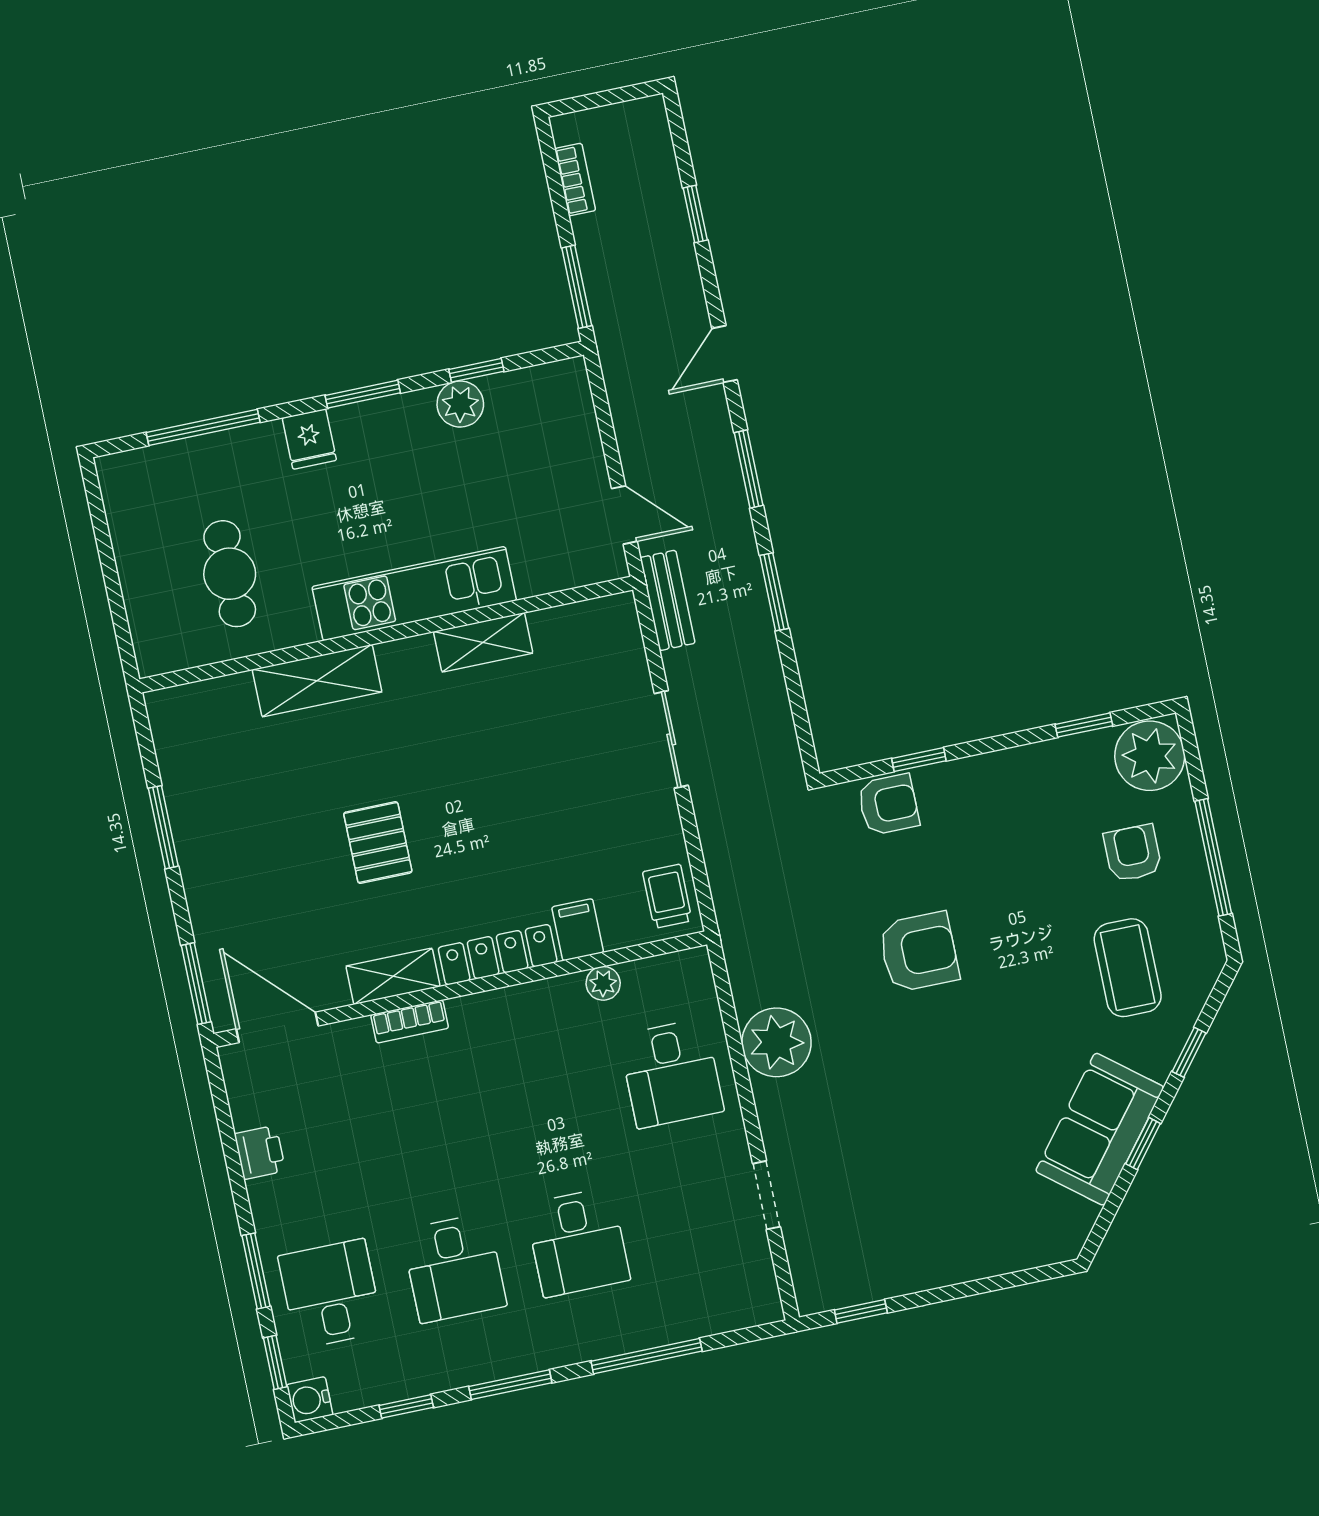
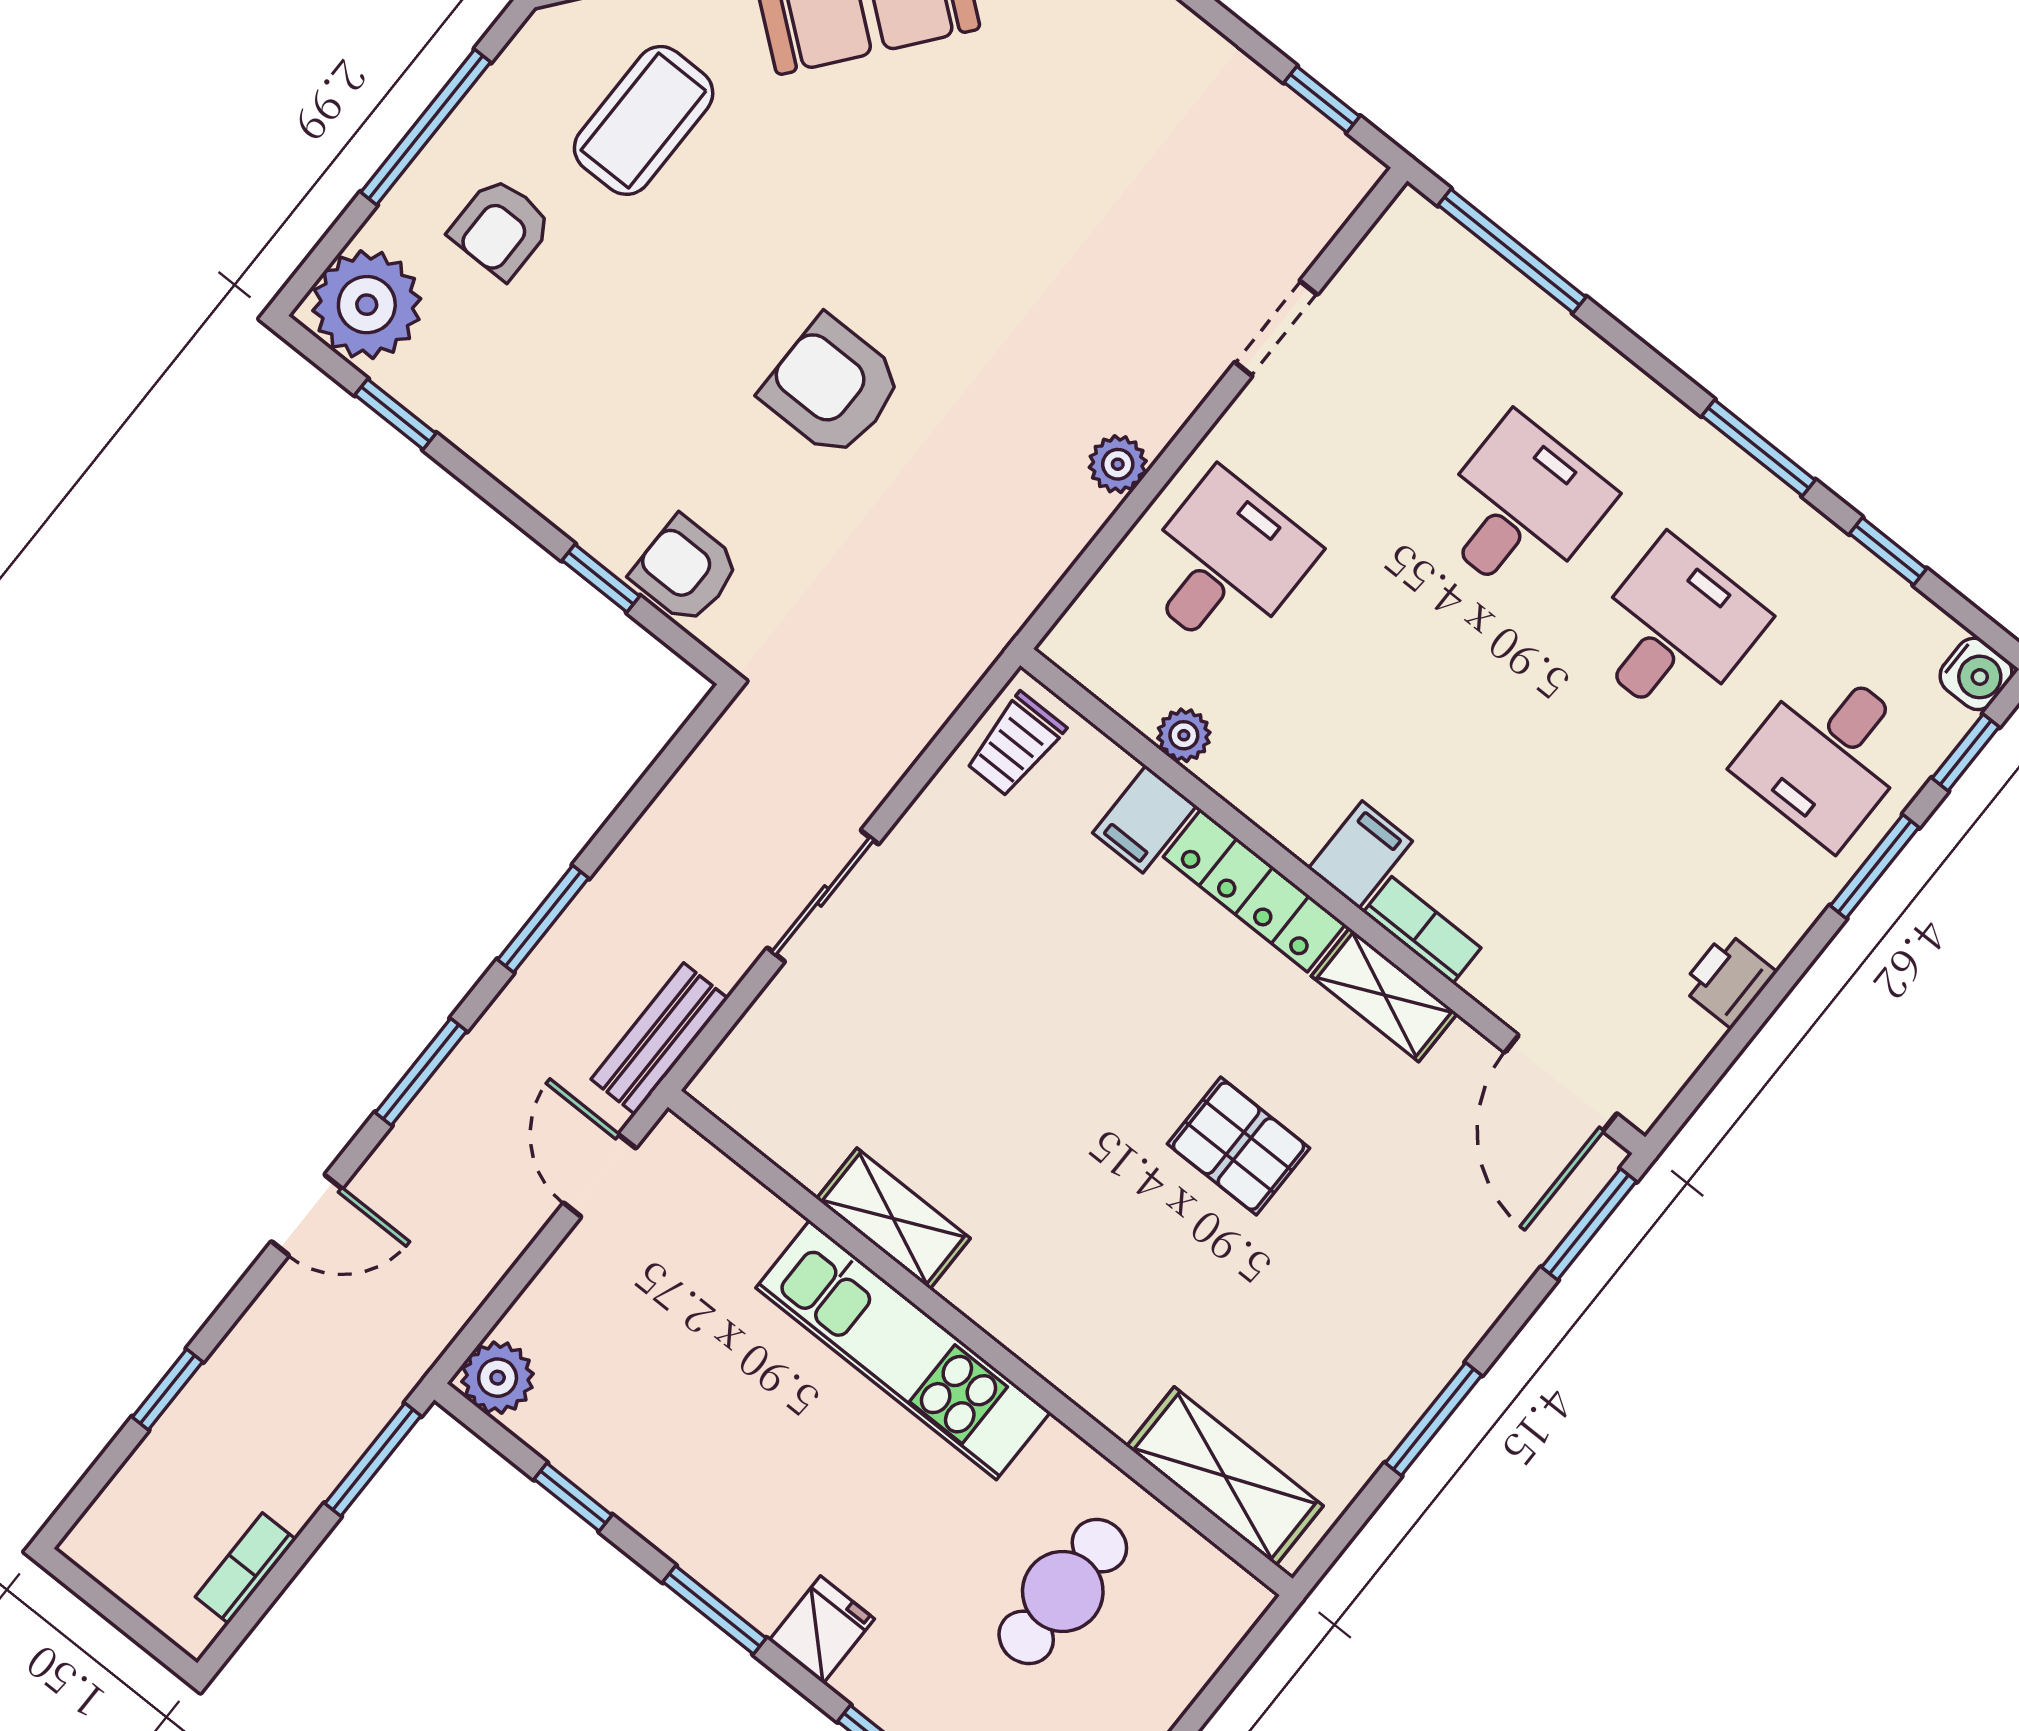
plant: (460, 404) -> (498, 1378), moved
shelving: (317, 681) -> (1225, 1476), moved
pallet: (378, 843) -> (1239, 1146), turned 90
filing cabinet: (472, 1022) -> (1360, 855), added
plant: (776, 1042) -> (1118, 464), width x0.53, depth x0.53
window: (647, 1356) -> (1512, 251), moved

